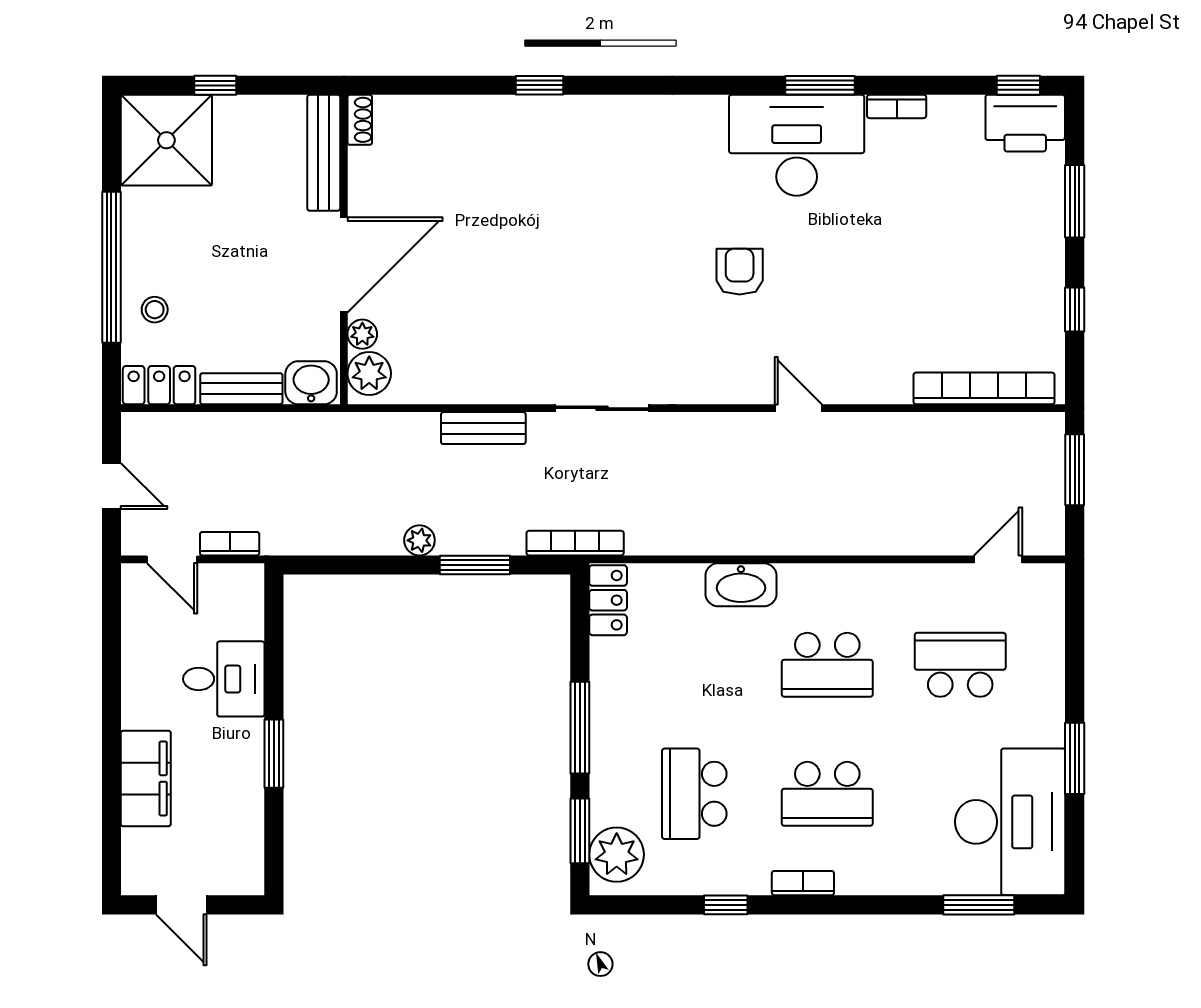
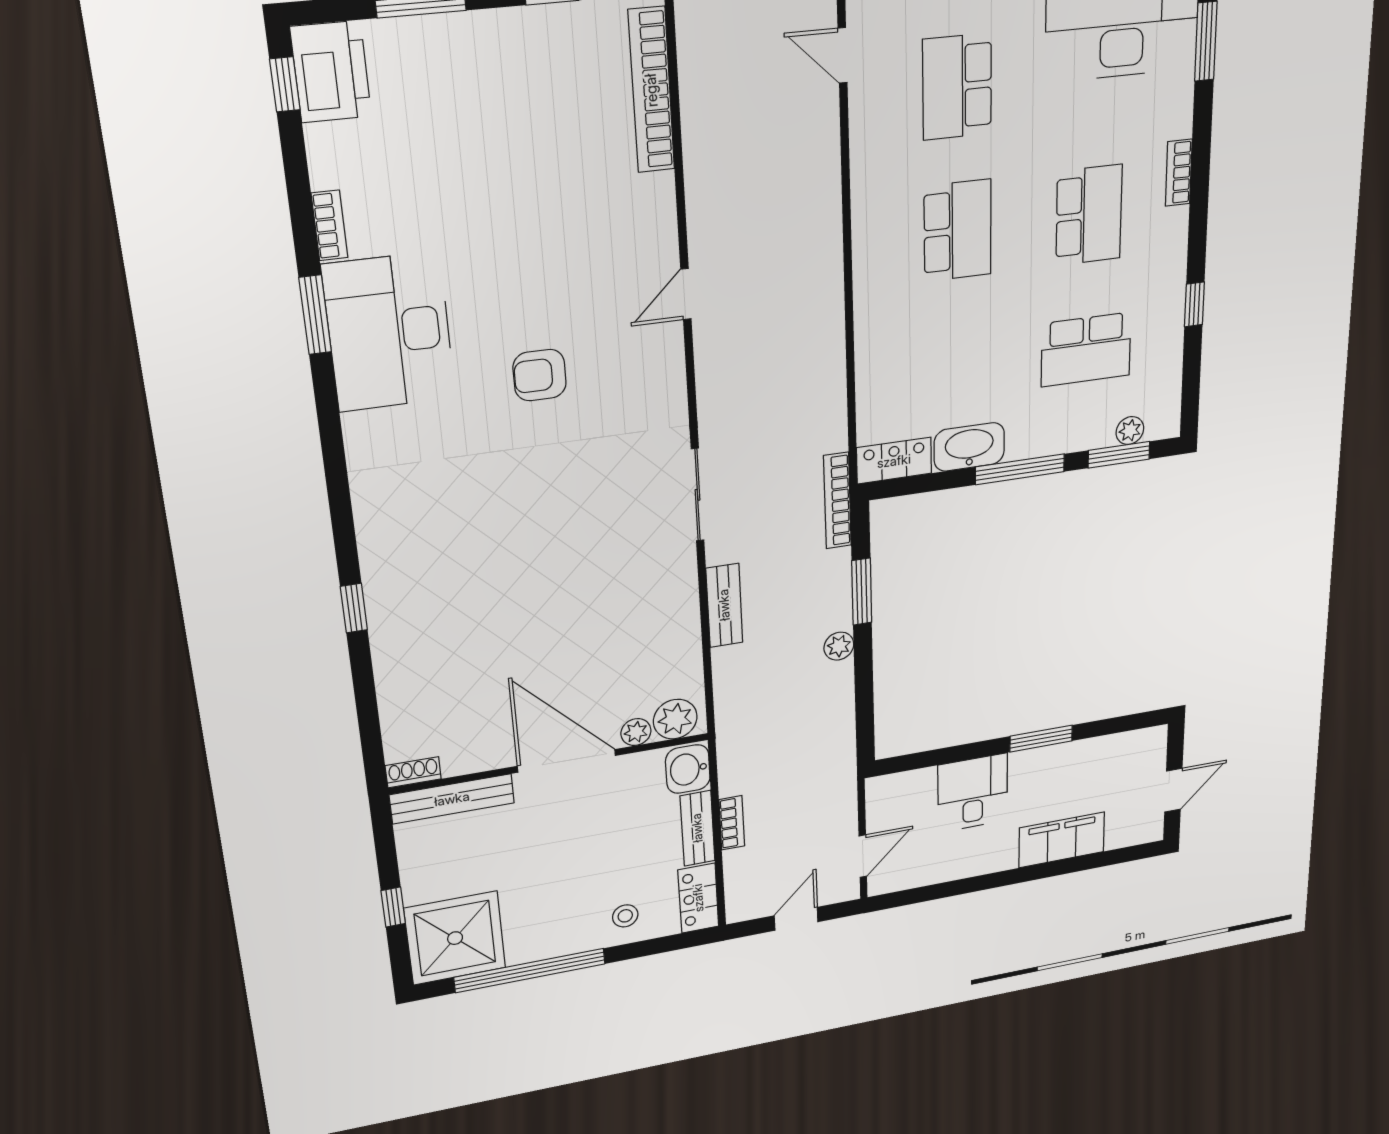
window: (111, 267) -> (530, 971), moved
bookcase: (230, 544) -> (732, 823), moved, turned 180
washbasin: (741, 585) -> (969, 447), moved, turned -90
plant: (617, 855) -> (1130, 431), width x0.53, depth x0.53
bookcase: (803, 883) -> (1179, 173), moved

